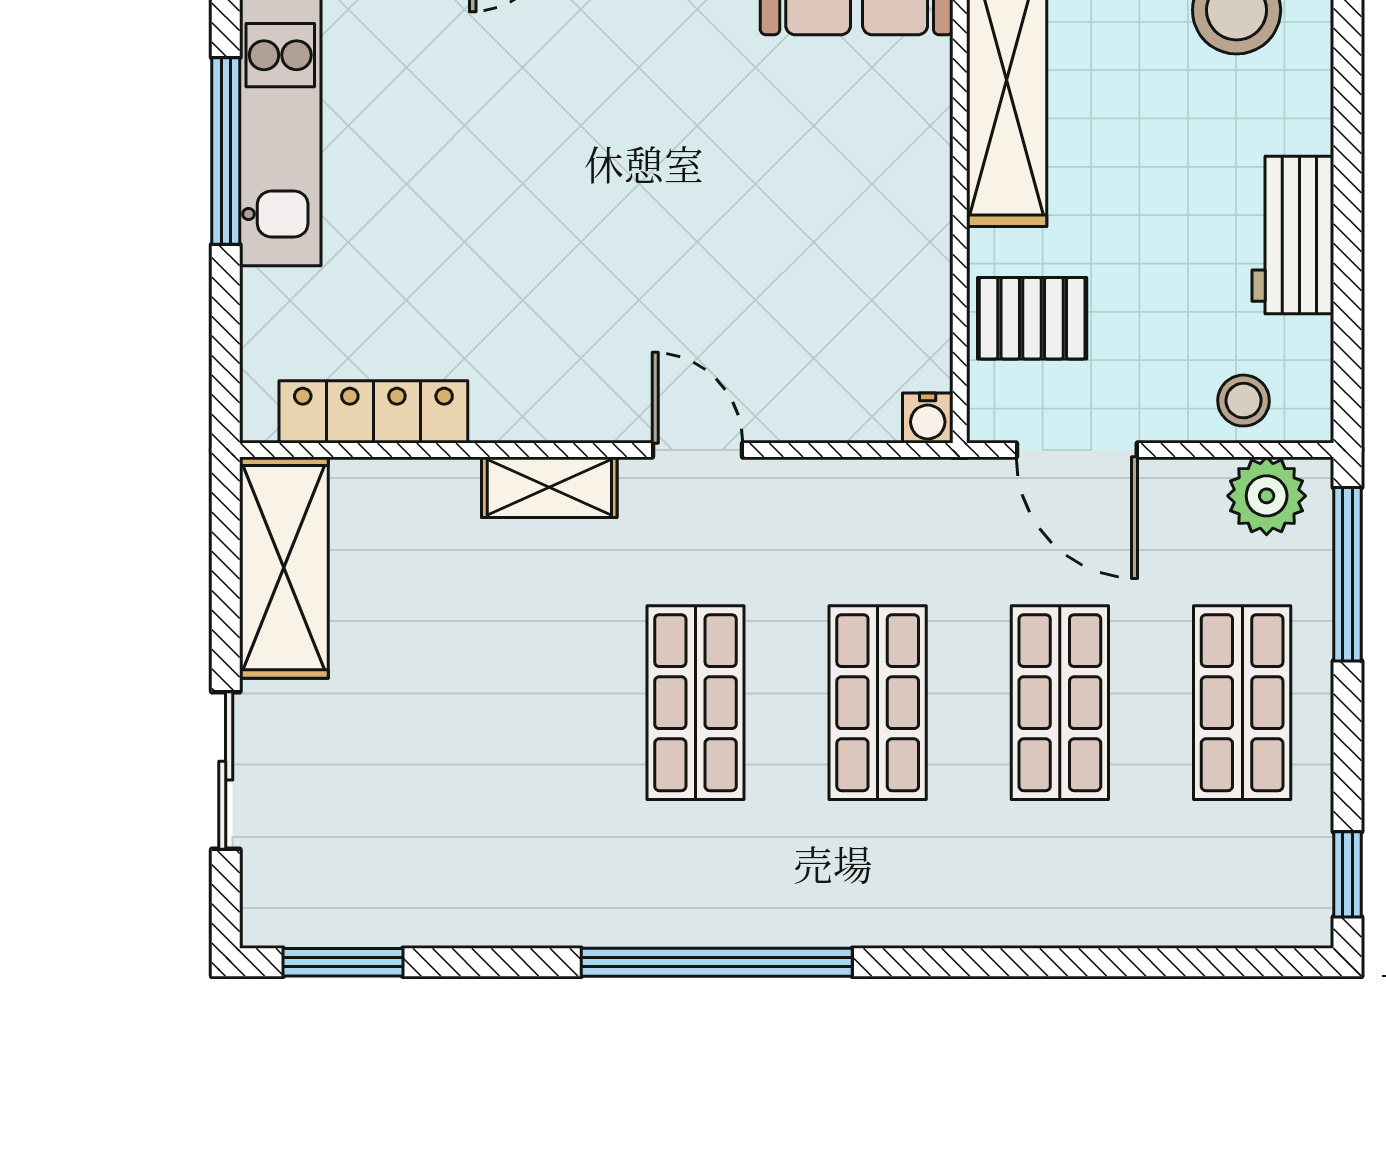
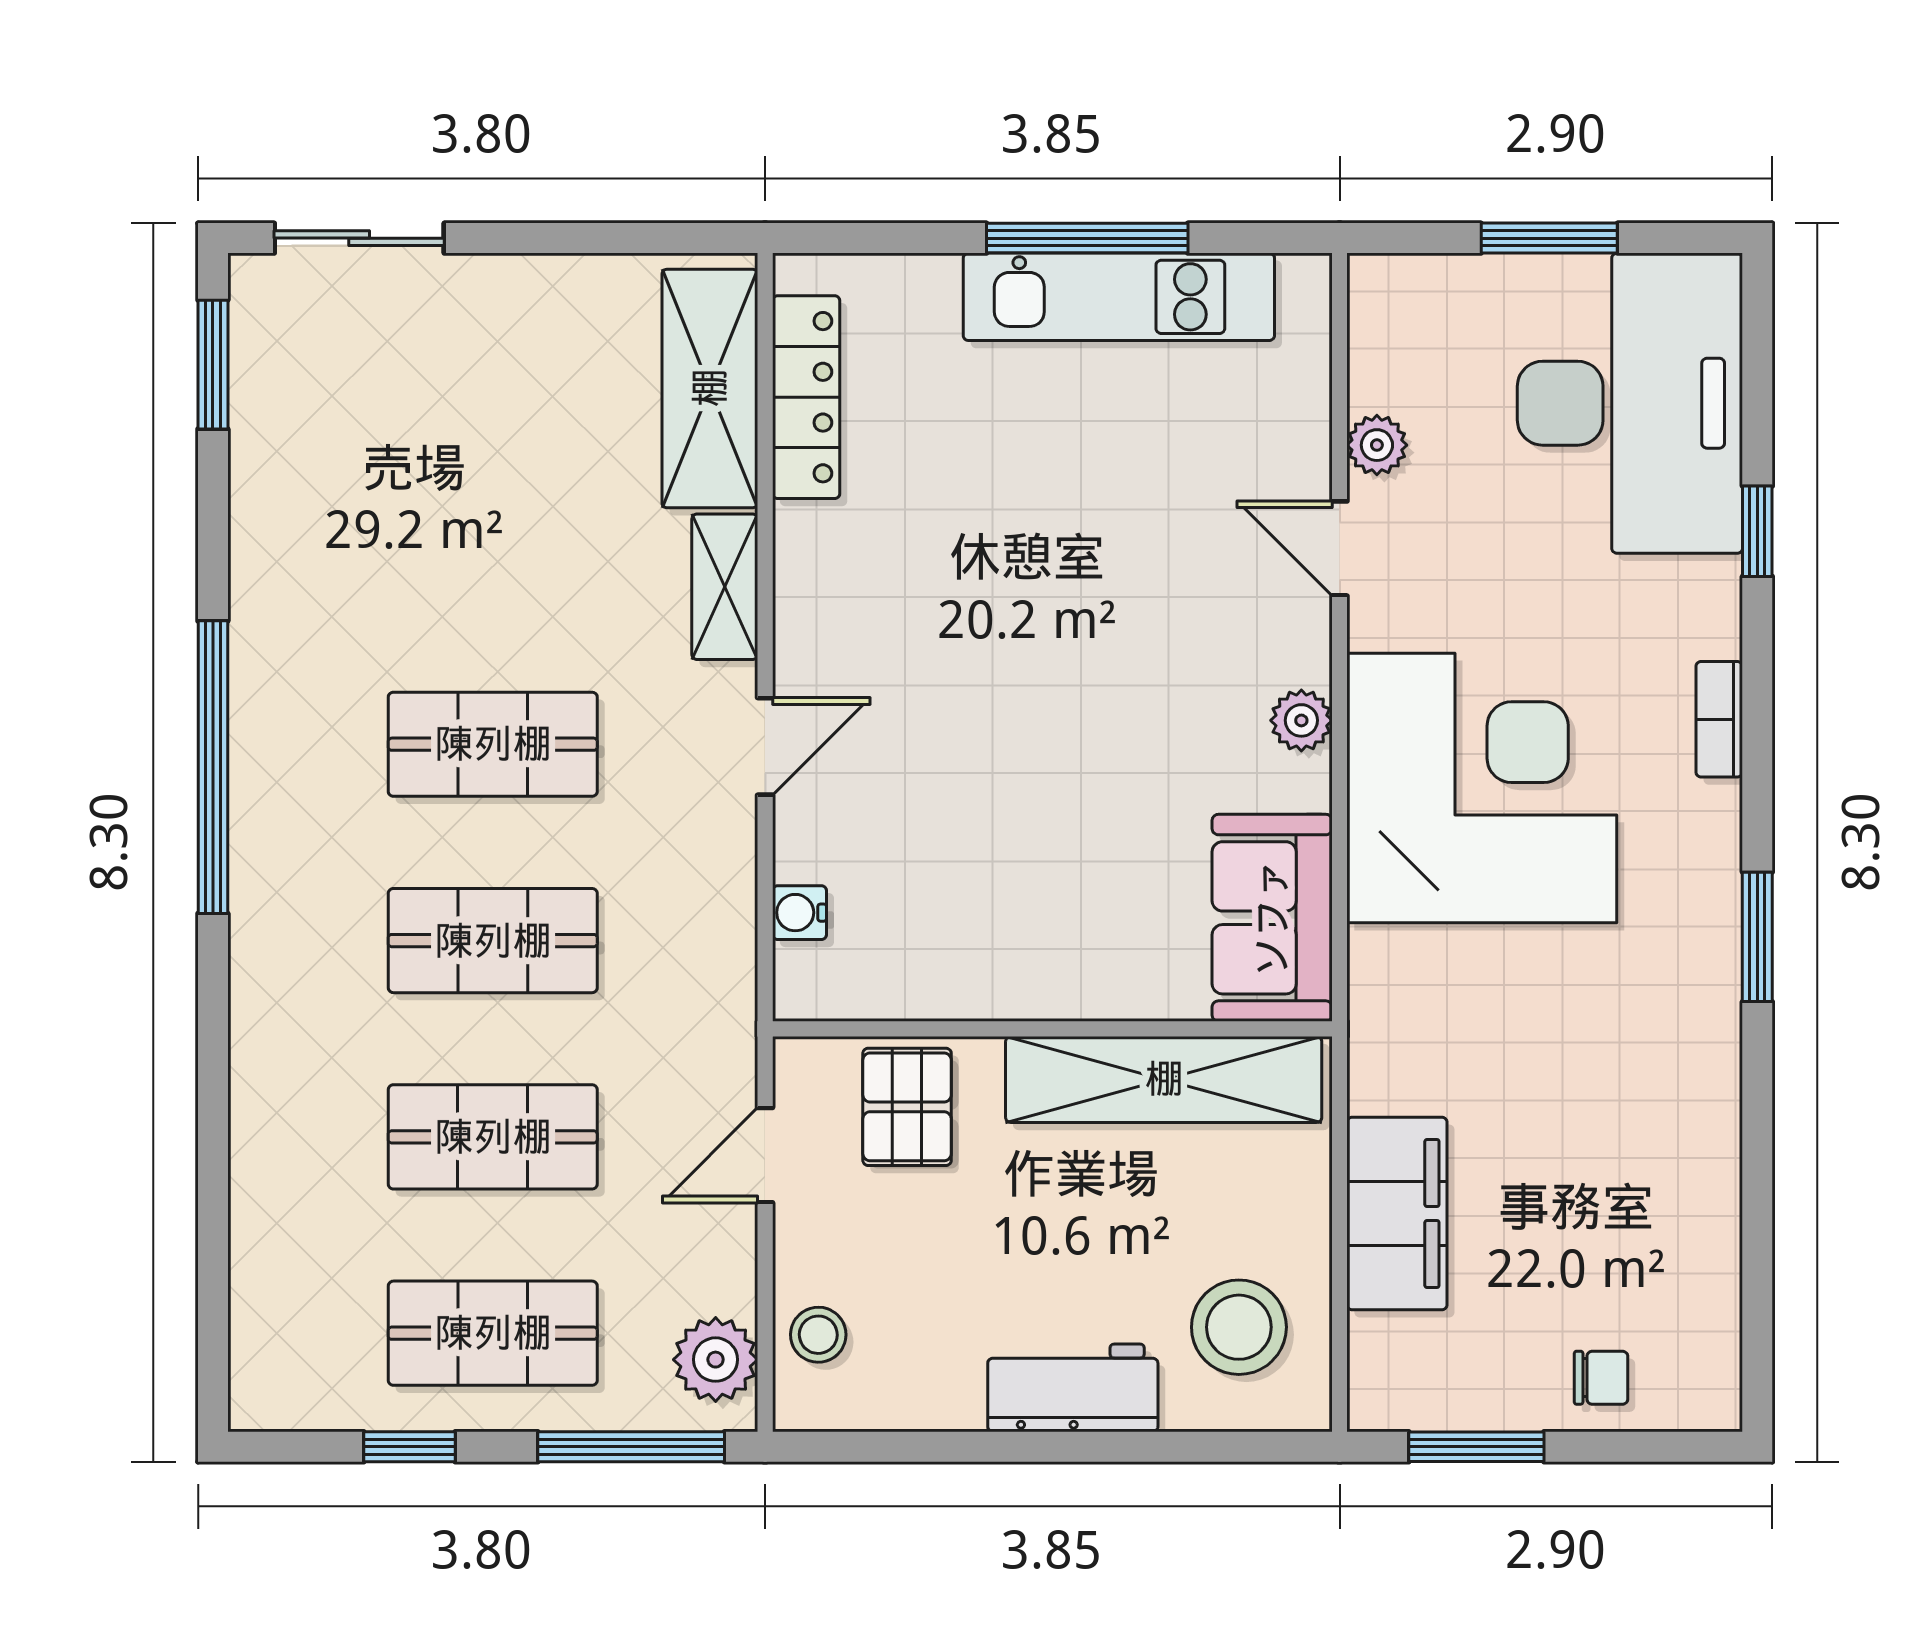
workbench: (1293, 235) -> (1073, 1388), moved
water cooler: (928, 418) -> (799, 913), moved
door: (1077, 450) -> (765, 1155), width x0.73
shelving: (284, 568) -> (710, 388), moved, turned 90
sliding door: (226, 771) -> (359, 238), moved
window: (1347, 874) -> (409, 1447), moved

